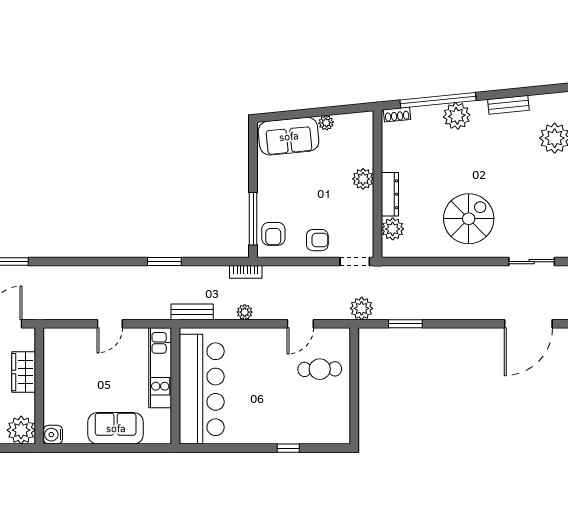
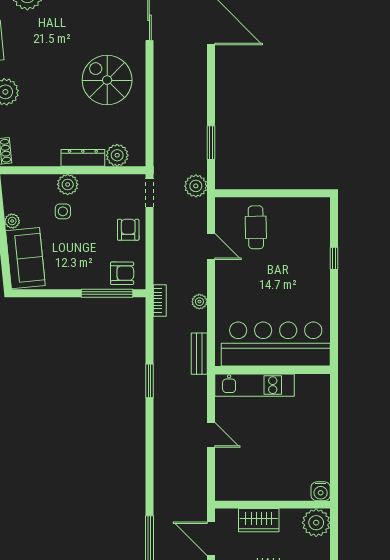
side table: (336, 174) -> (63, 211), added
sofa: (116, 428) -> (314, 429), removed

